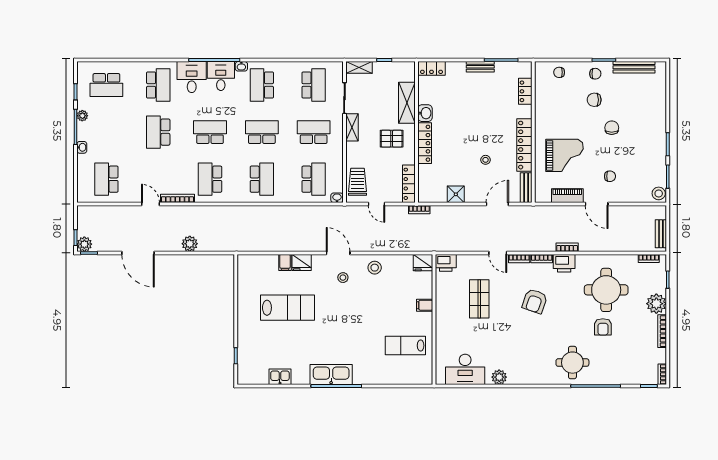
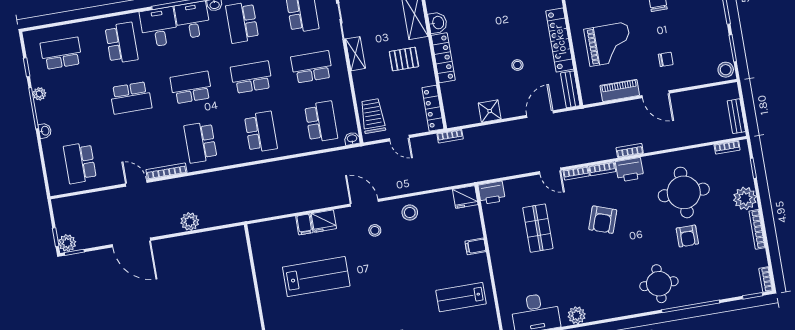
school desk: (106, 85) -> (61, 53), turned 180
school desk: (158, 132) -> (131, 98), turned -90

